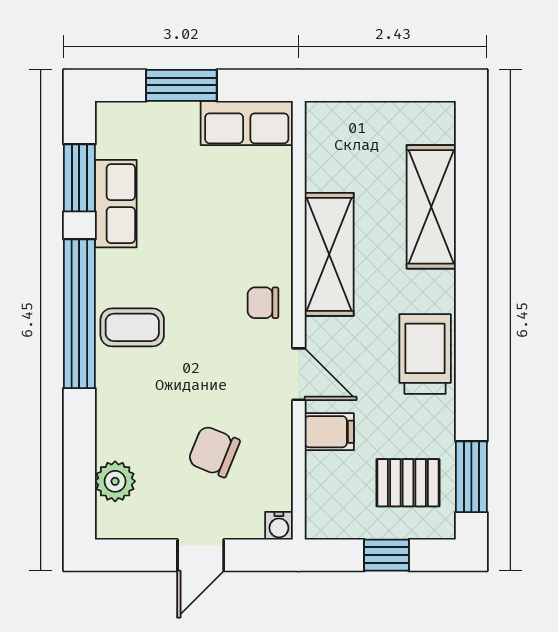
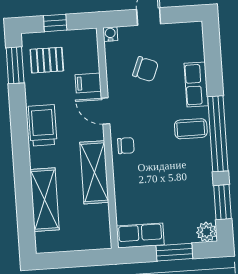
row of seats: (116, 204) -> (196, 84), moved
trolley: (425, 354) -> (43, 125), turned 180
plant: (115, 481) -> (207, 232), moved

